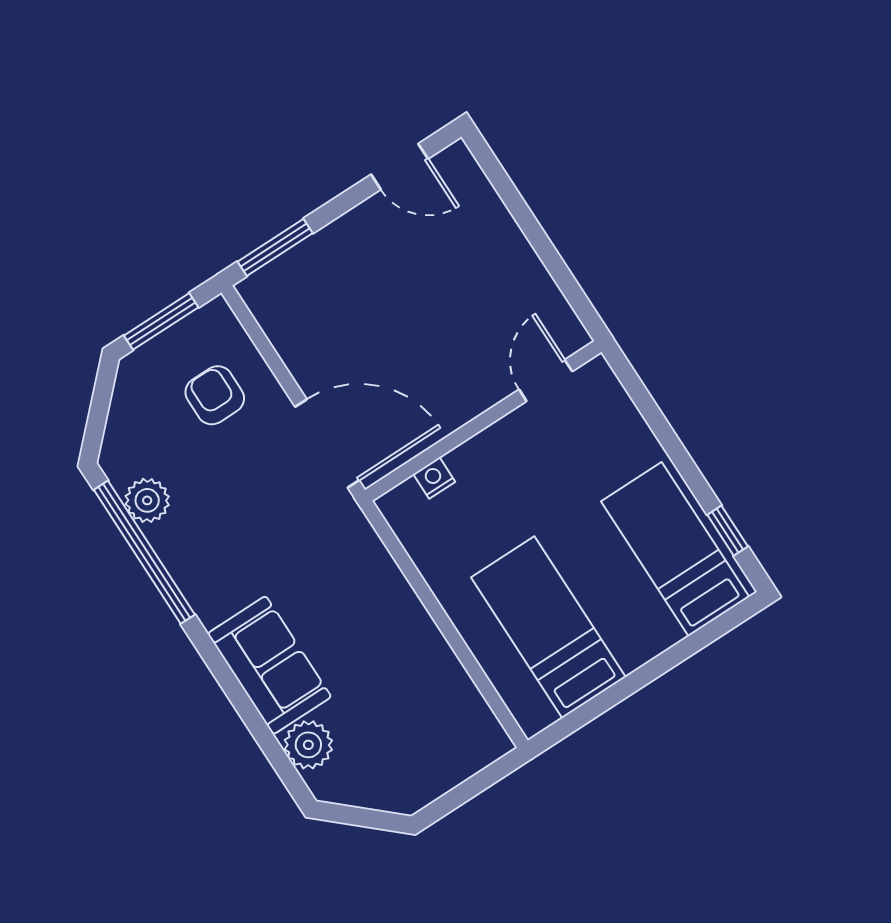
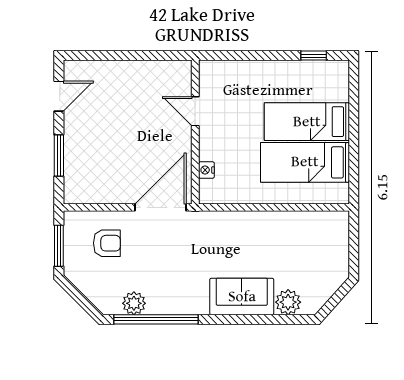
window: (275, 247) -> (59, 156), moved
door: (546, 380) -> (195, 111), moved
armchair: (215, 395) -> (107, 243), turned 180
bed: (675, 549) -> (307, 122), moved

